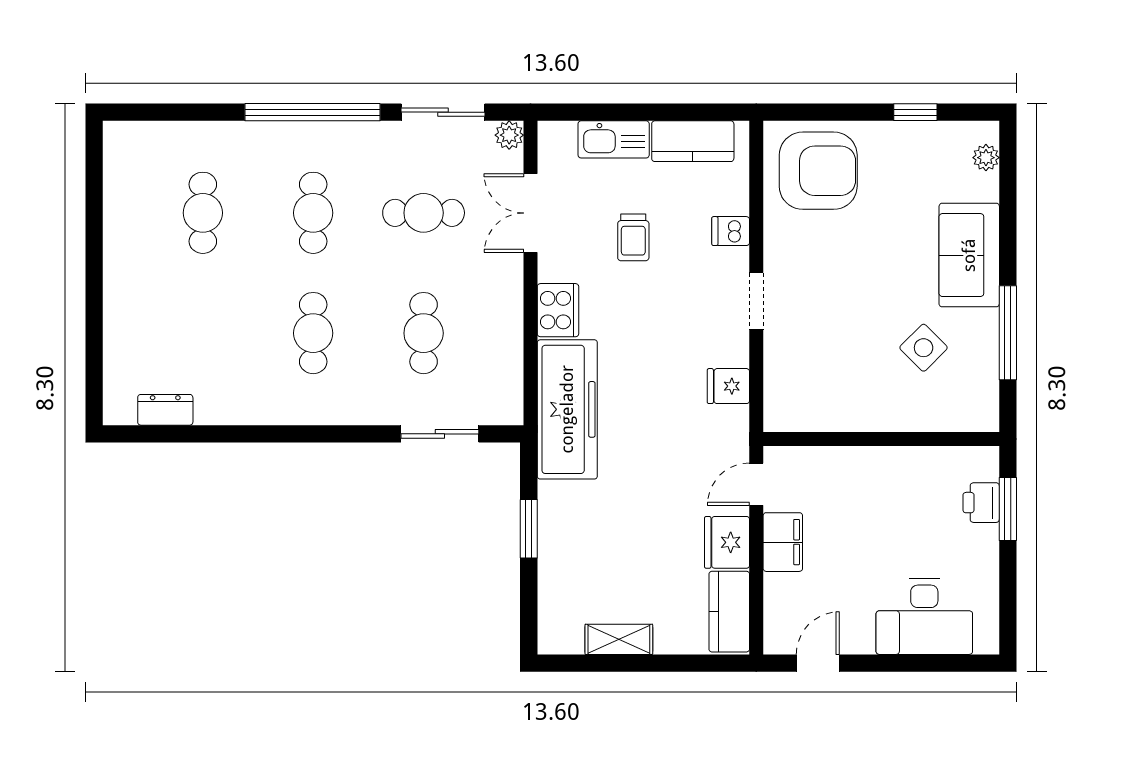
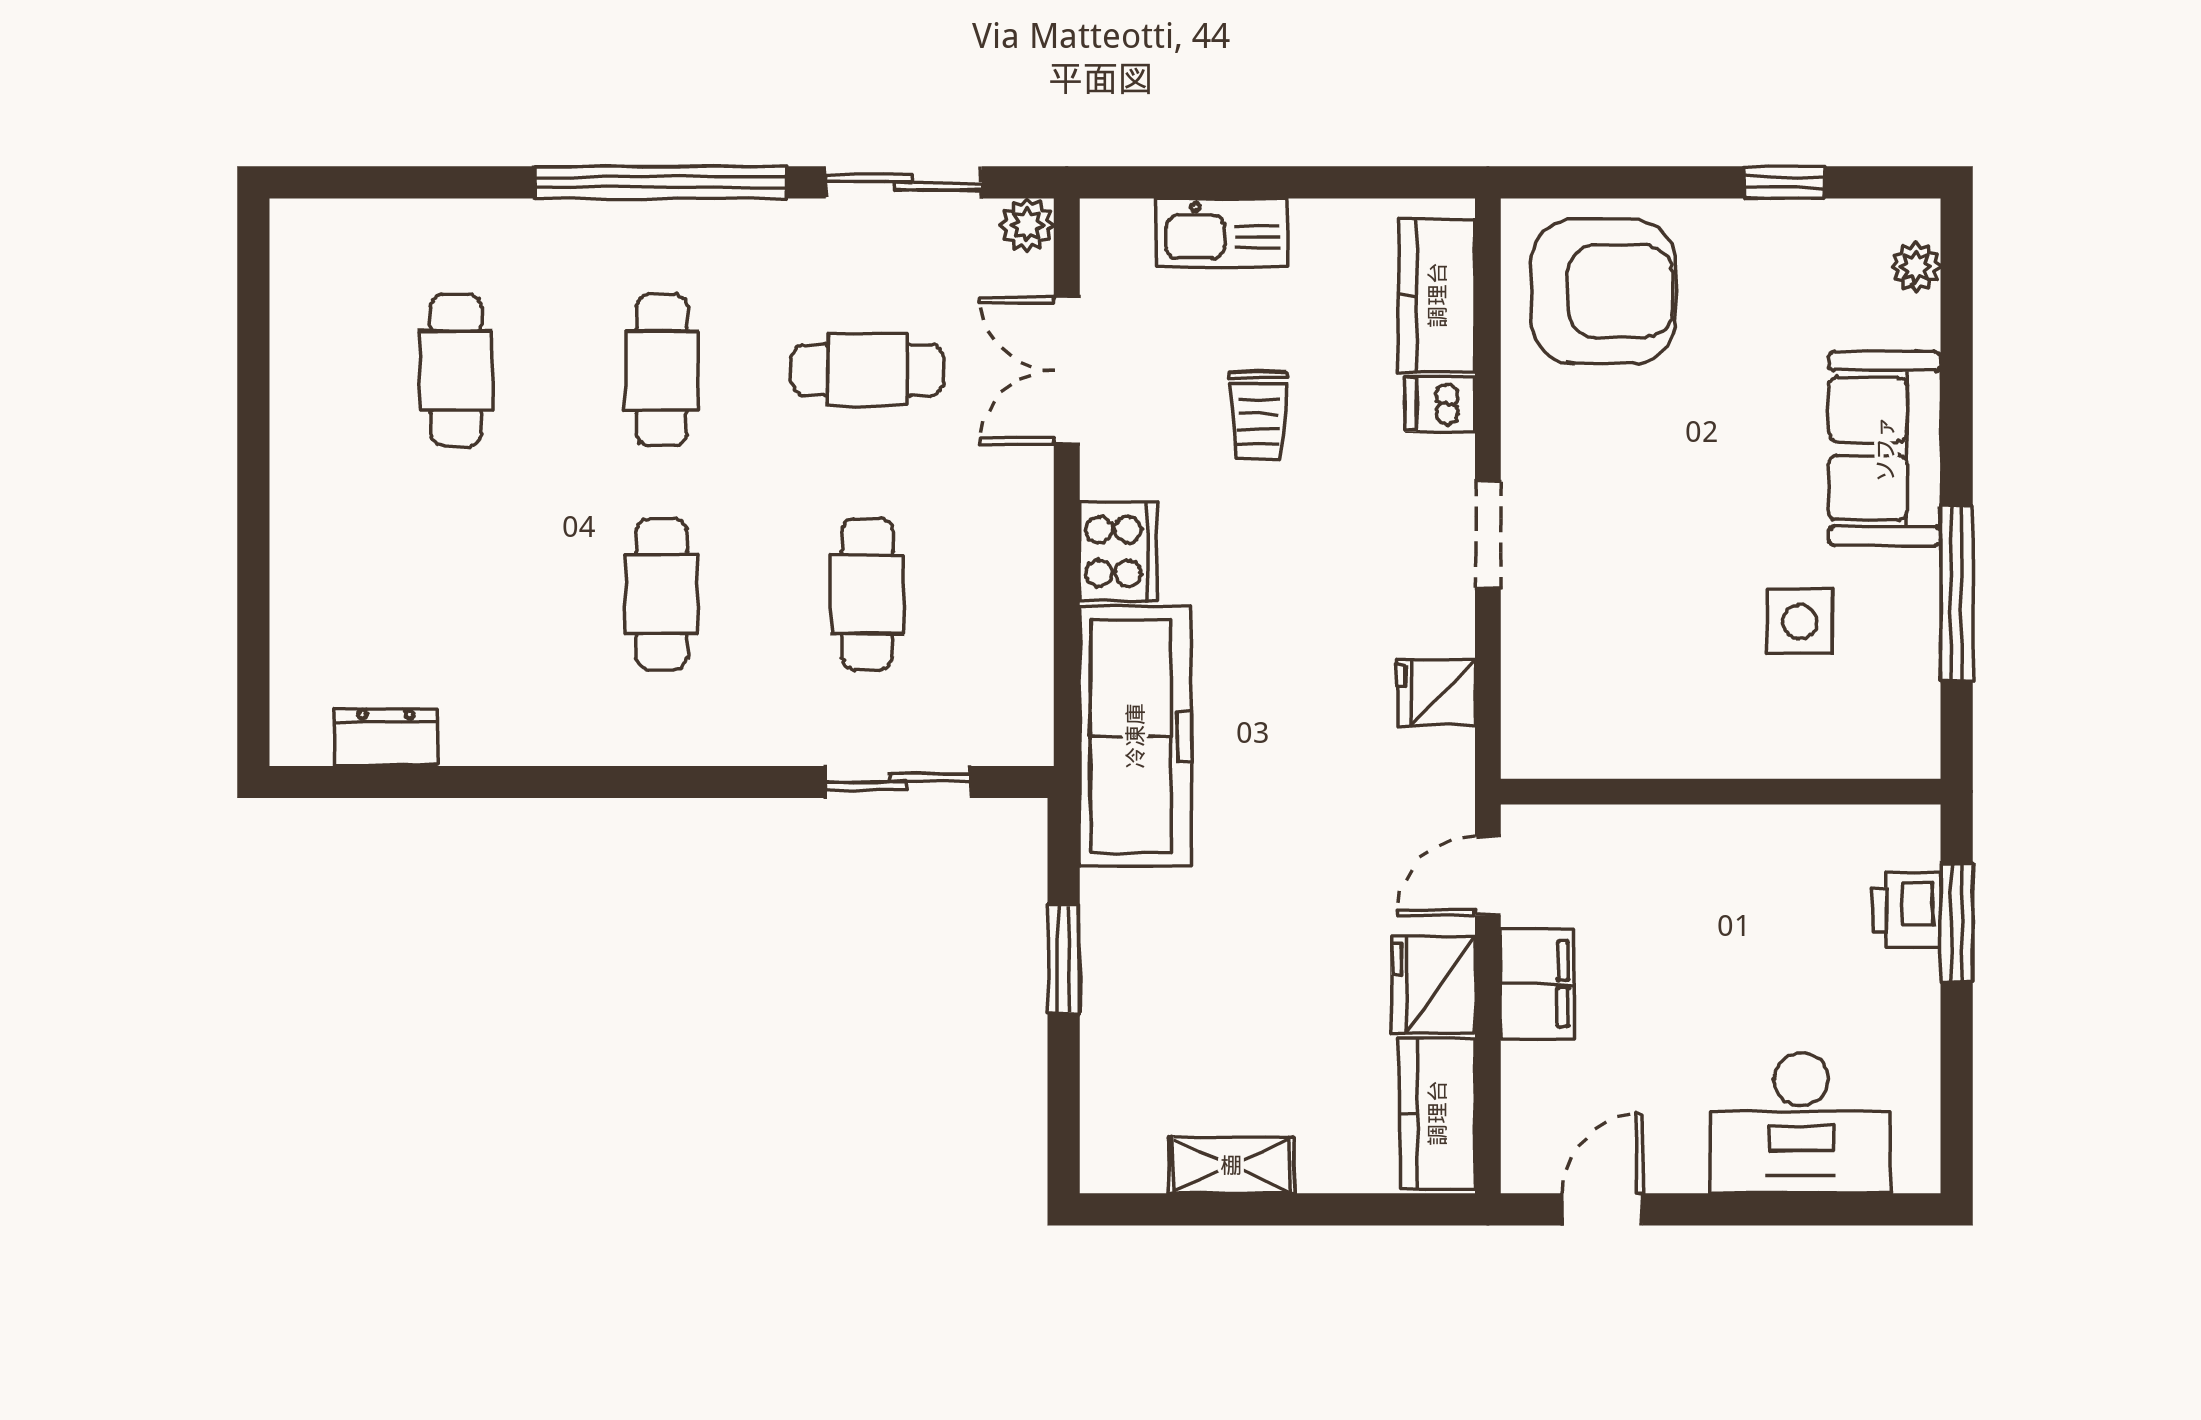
kitchen counter: (693, 141) -> (1437, 295), moved, turned 90
side table: (924, 348) -> (1800, 621), turned 45

